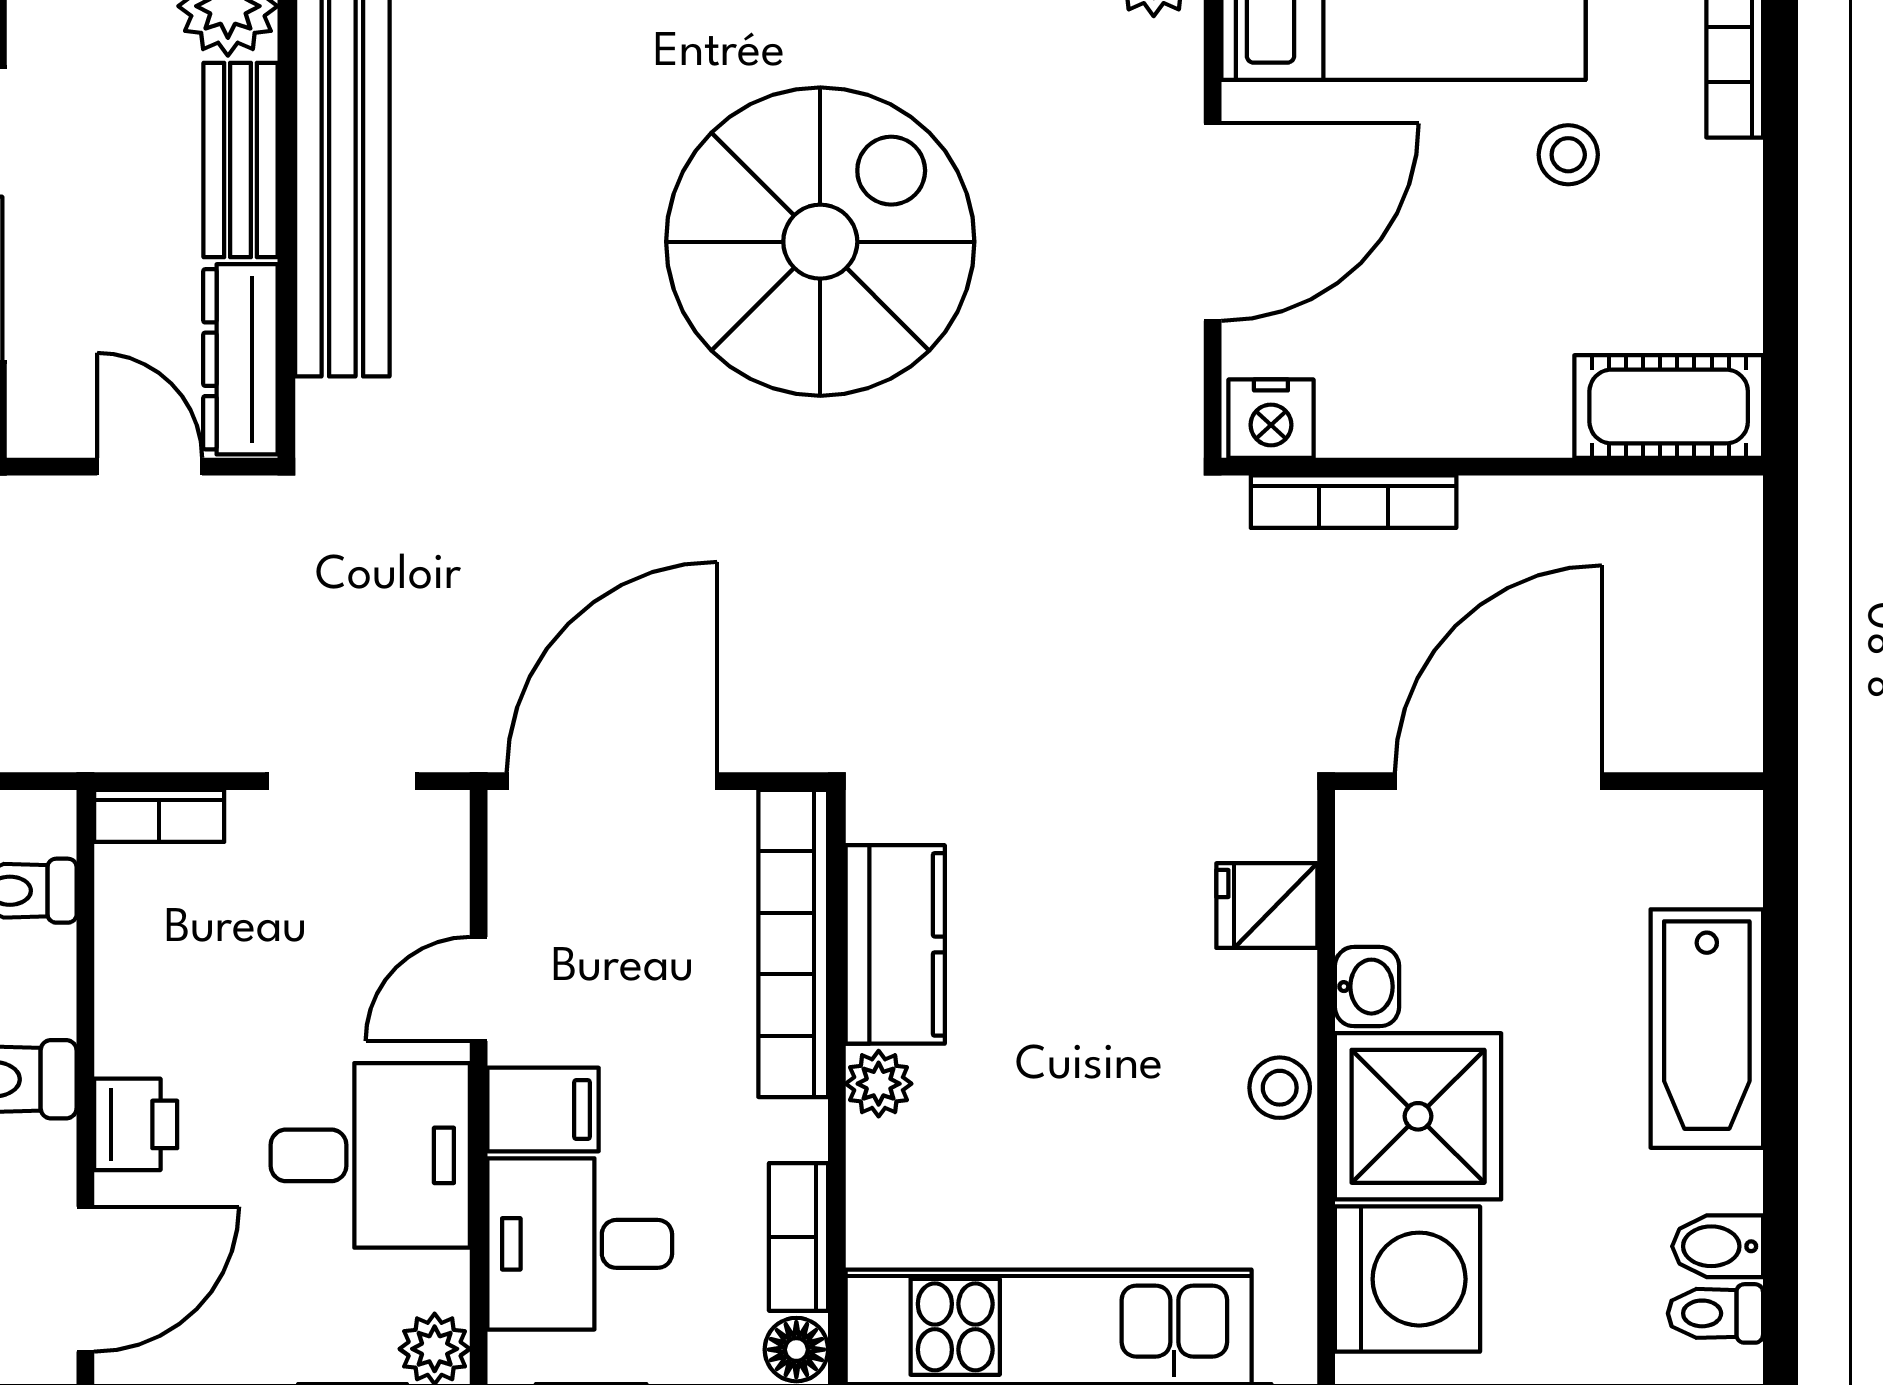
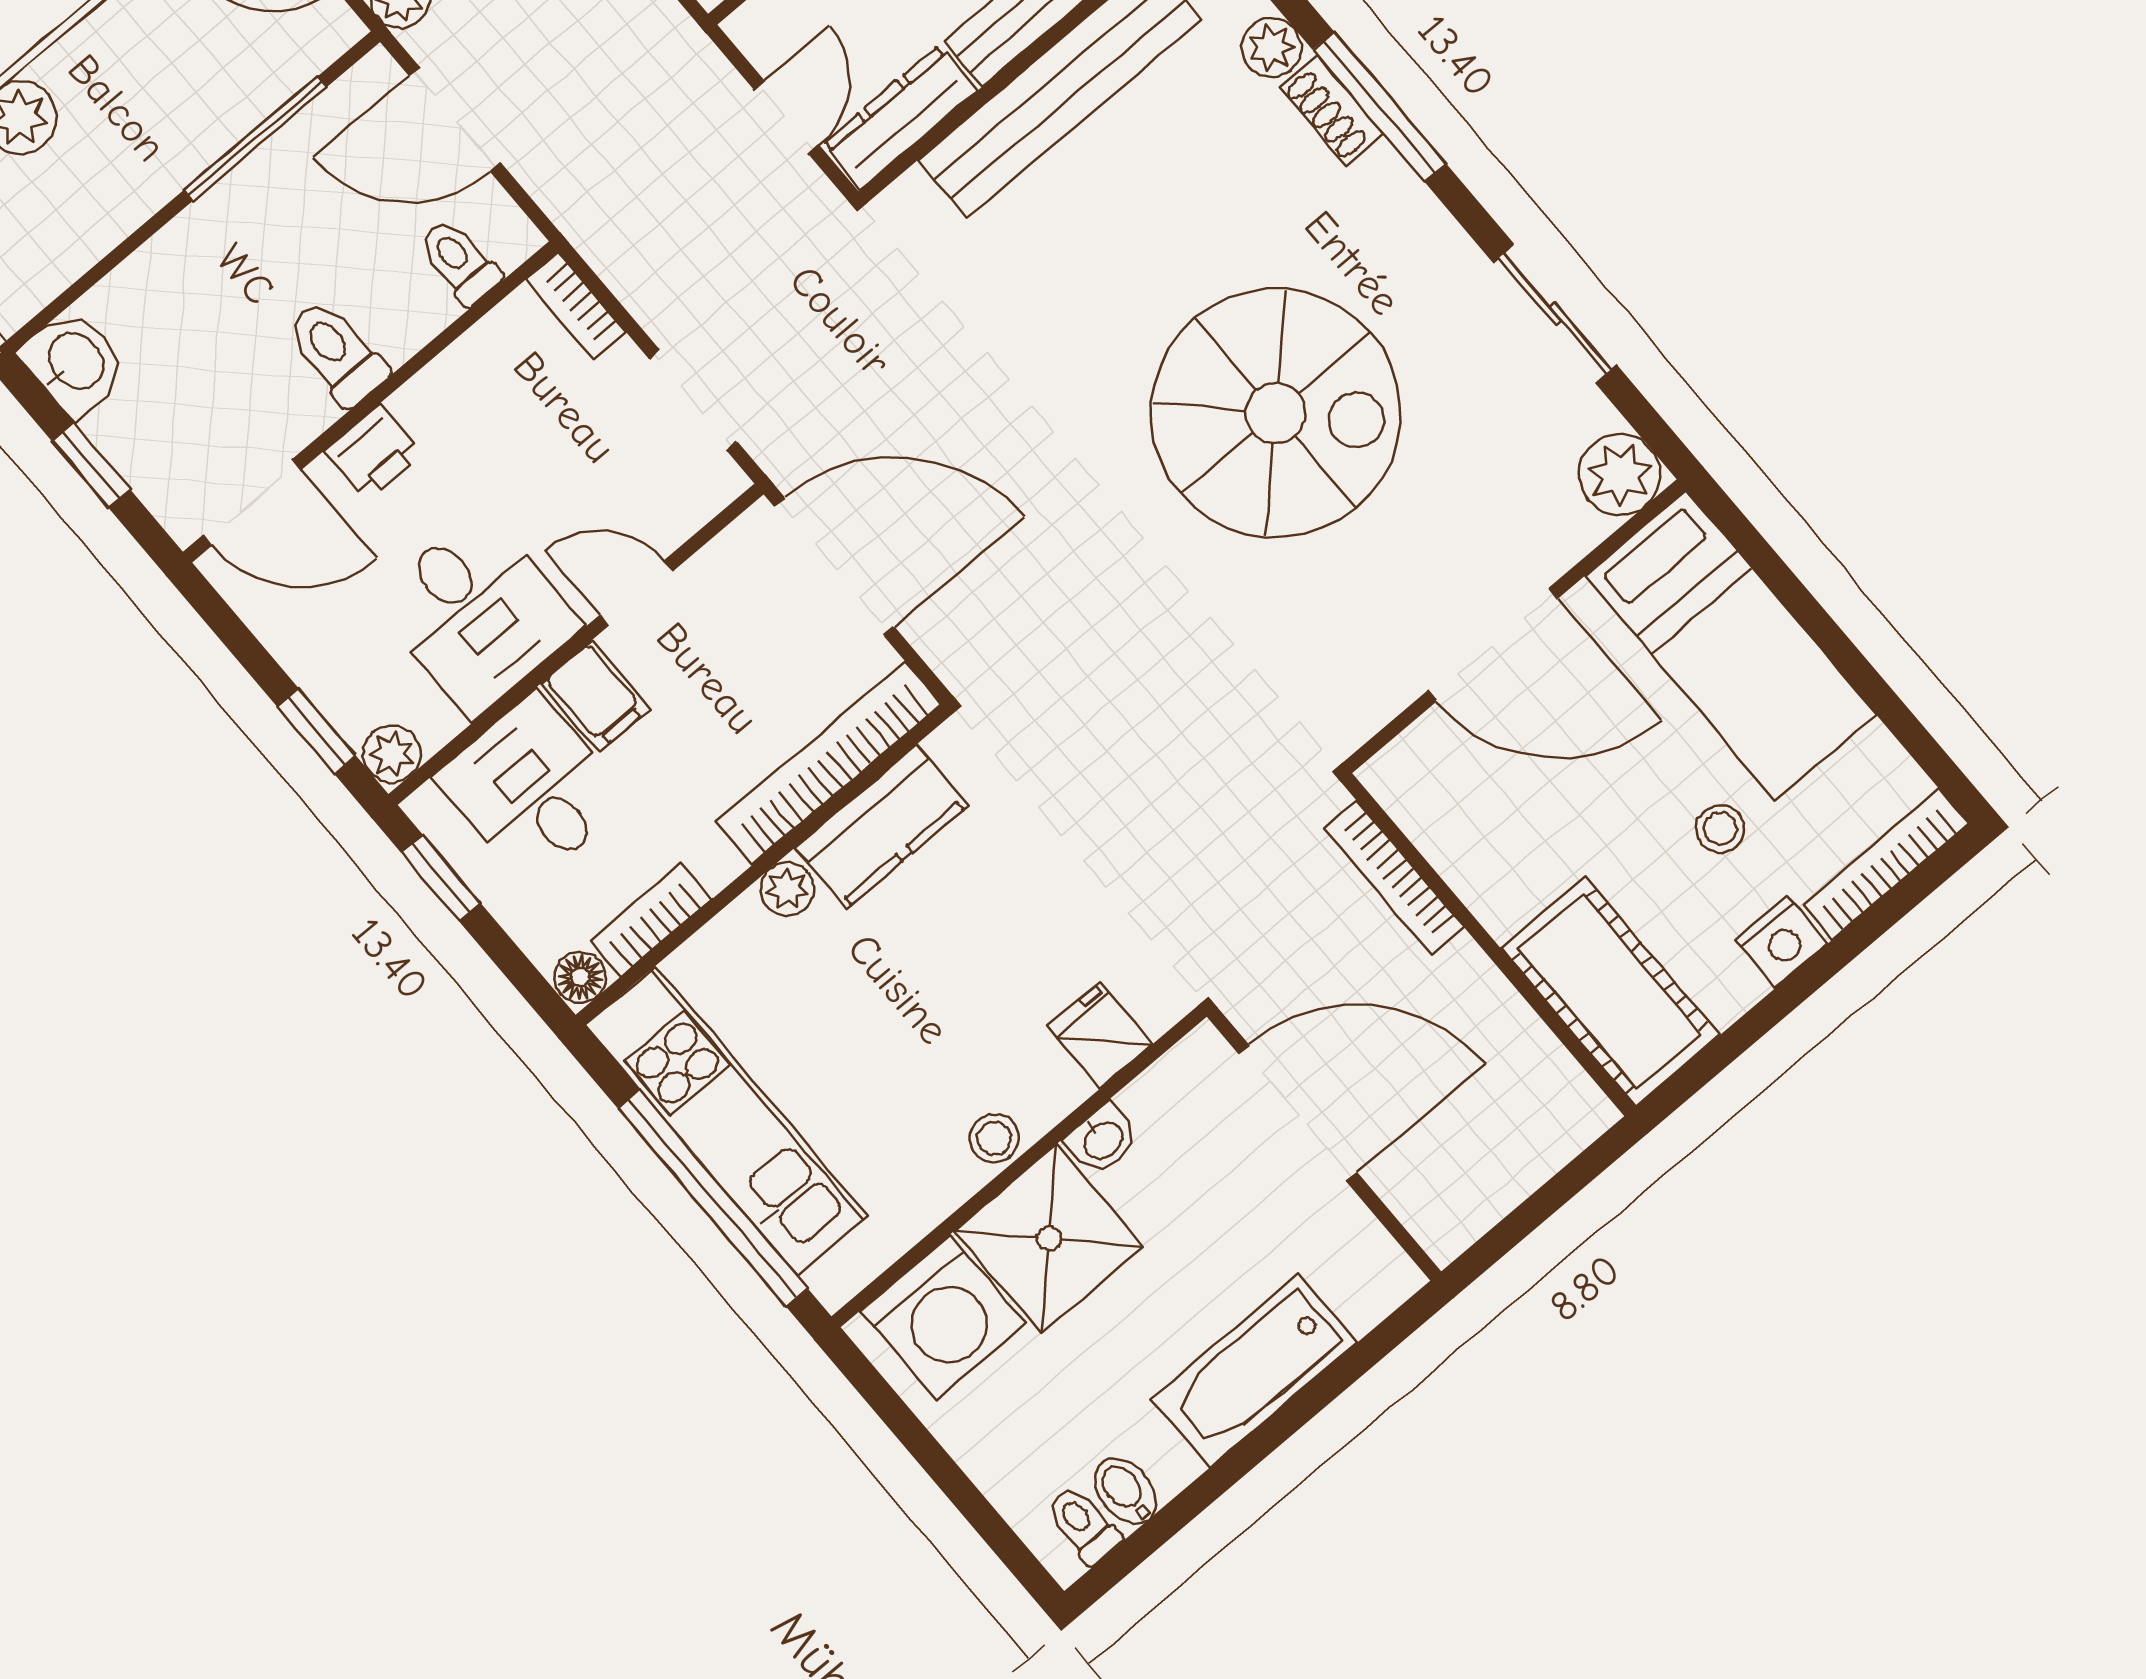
cot: (1669, 407) -> (1610, 992), width x1.37, depth x1.34
nightstand: (1271, 419) -> (1781, 941), moved, turned -90

